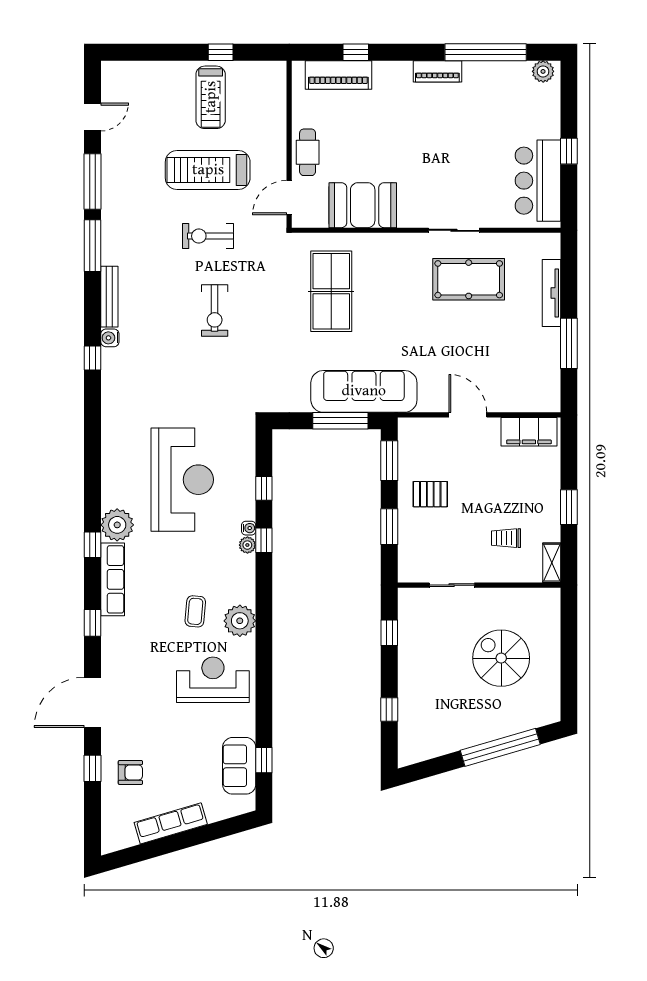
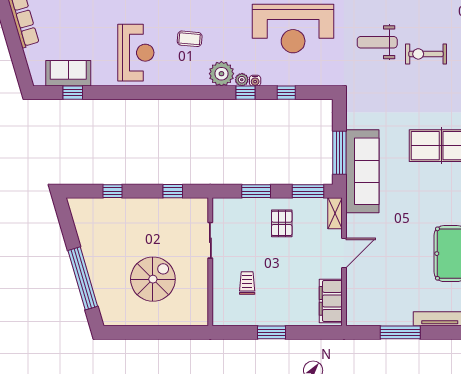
weight bench: (200, 373) -> (377, 42), added
shelving: (552, 563) -> (335, 213), moved, turned 90
plant: (240, 621) -> (221, 74), moved

